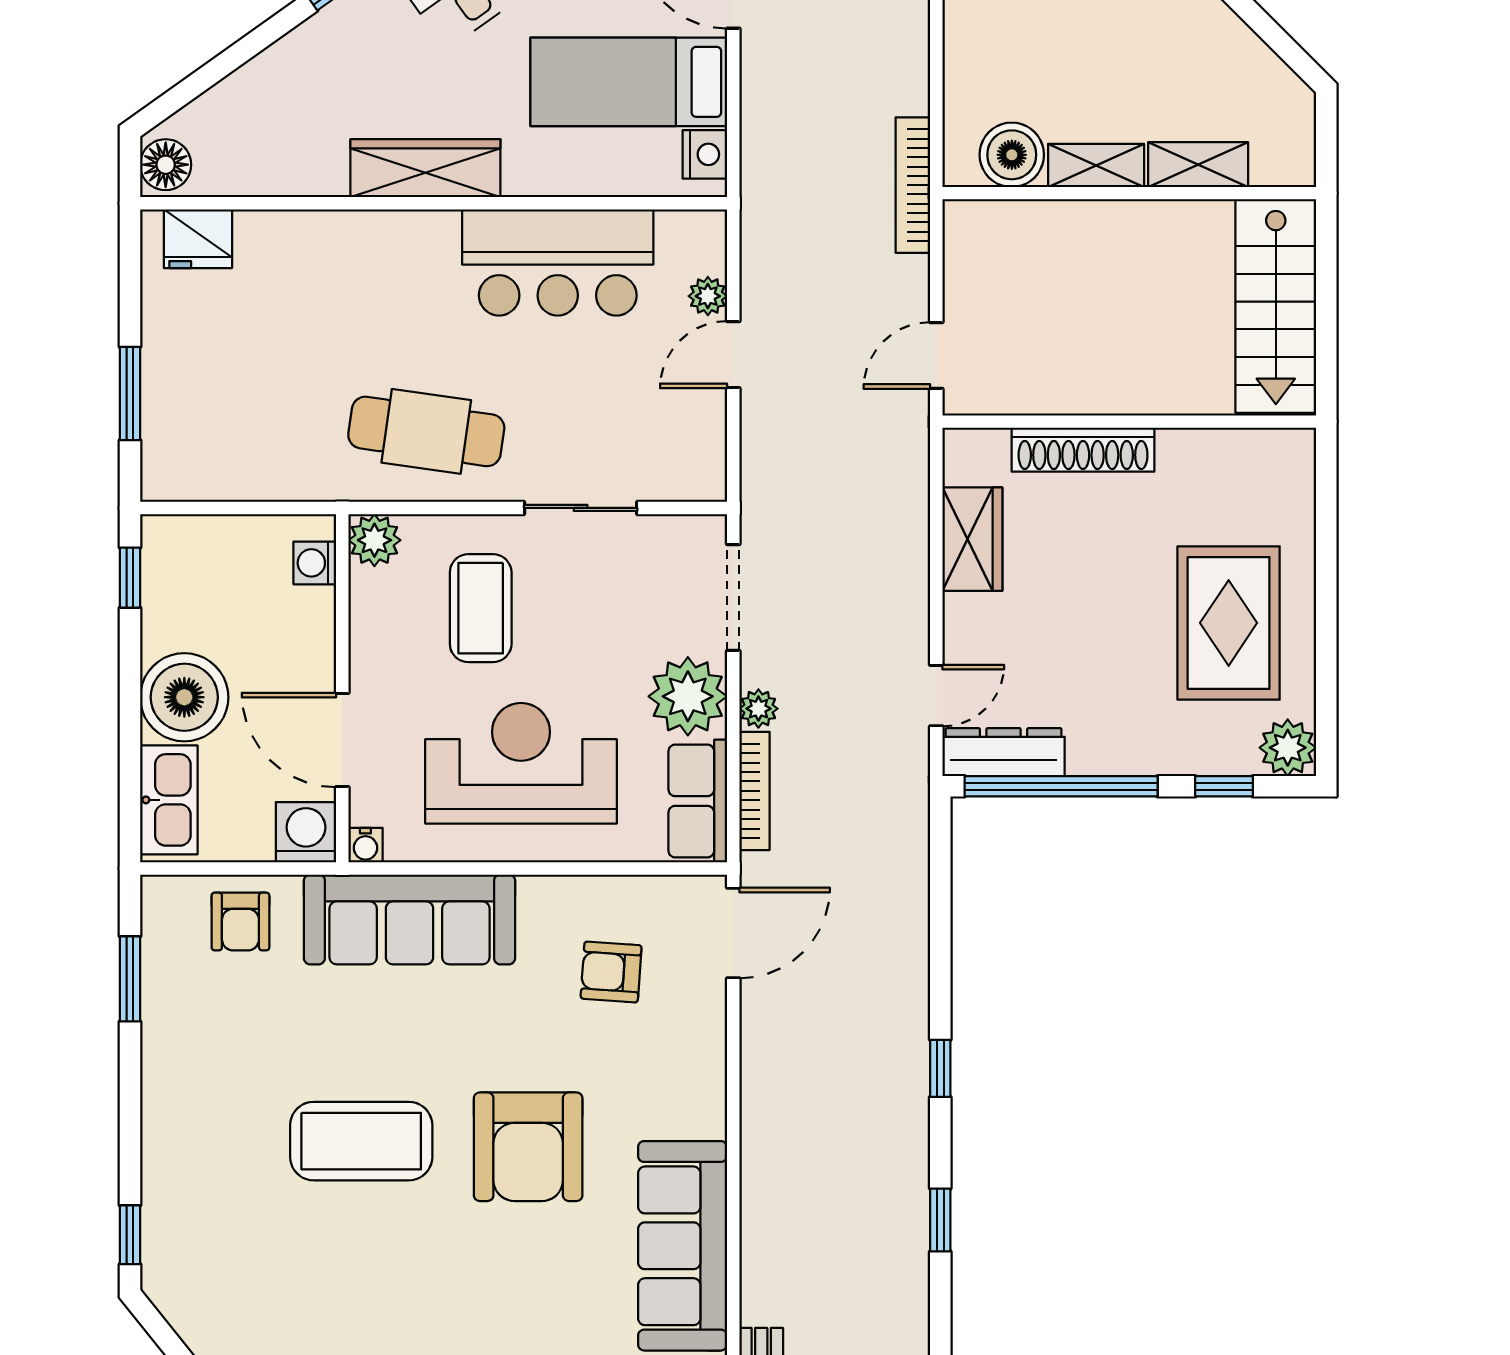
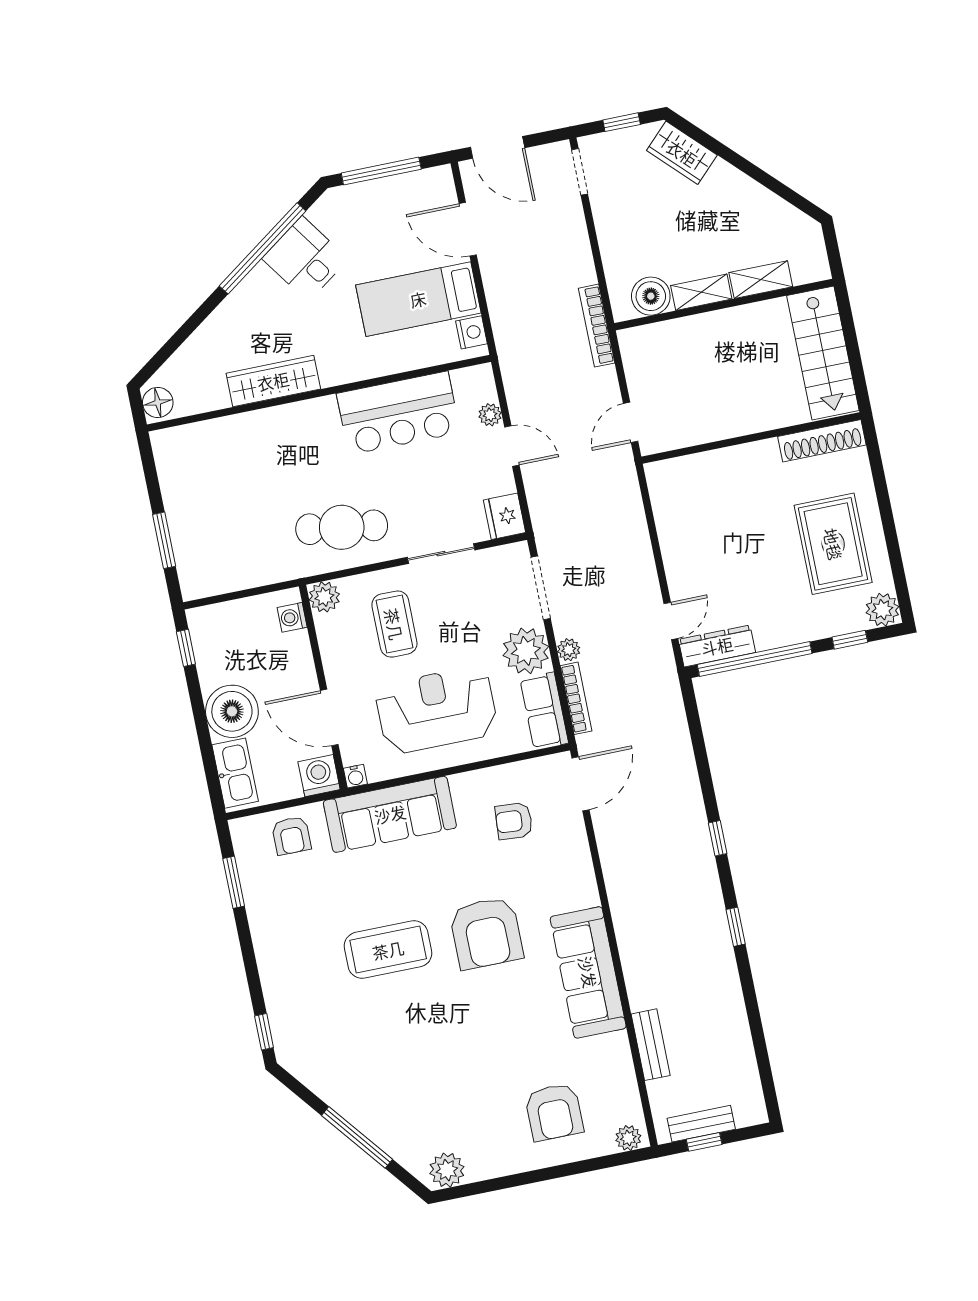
wardrobe: (425, 168) -> (273, 381), moved
fridge: (198, 239) -> (505, 516), moved, turned 90
door: (733, 355) -> (512, 446), swing flipped
shoe rack: (1083, 450) -> (822, 441), moved
wardrobe: (972, 539) -> (673, 525), removed

